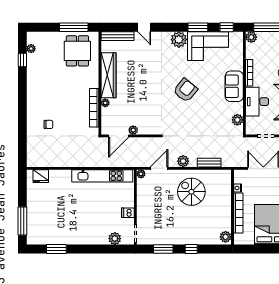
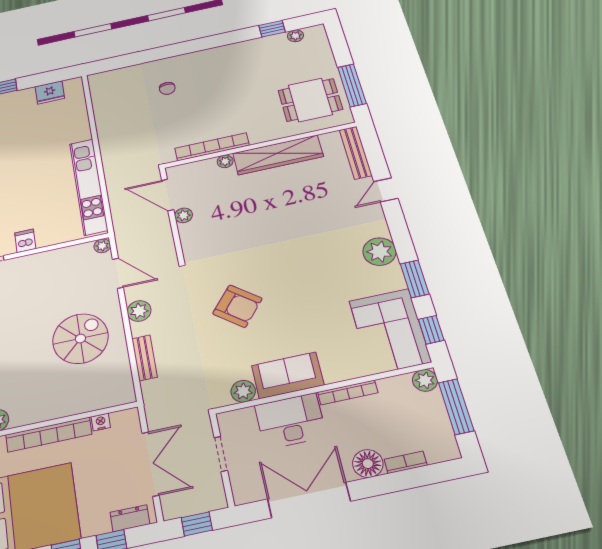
corner sofa: (208, 46) -> (390, 331), moved
sofa: (234, 86) -> (288, 375), moved
armchair: (185, 90) -> (237, 306), moved
fridge: (41, 176) -> (50, 92), moved, turned -90

